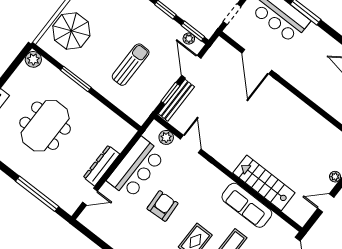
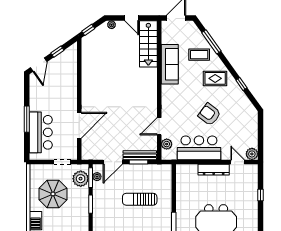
plant: (200, 20) -> (81, 179), added
stairs: (264, 183) -> (148, 44), moved
window: (37, 194) -> (260, 195), width x0.32
armchair: (162, 206) -> (209, 114), turned 40
plant: (87, 218) -> (252, 154), added

